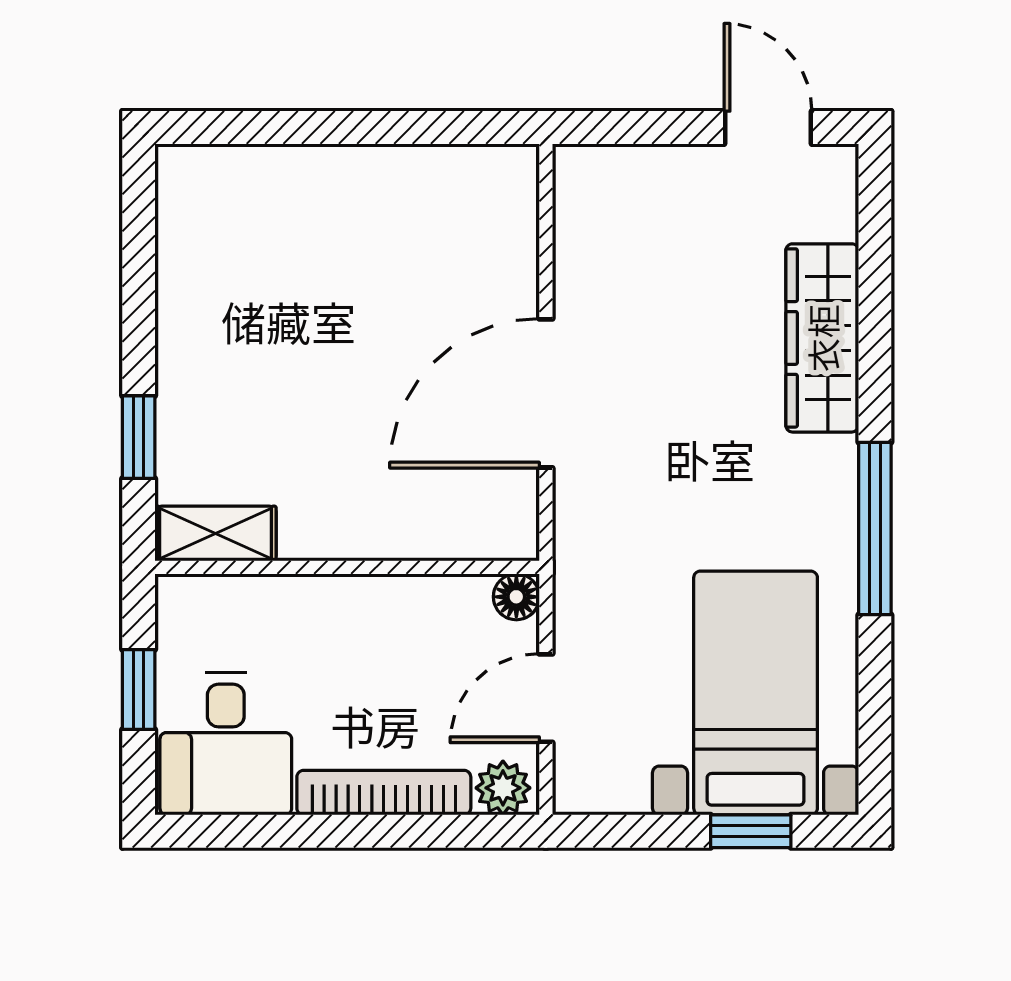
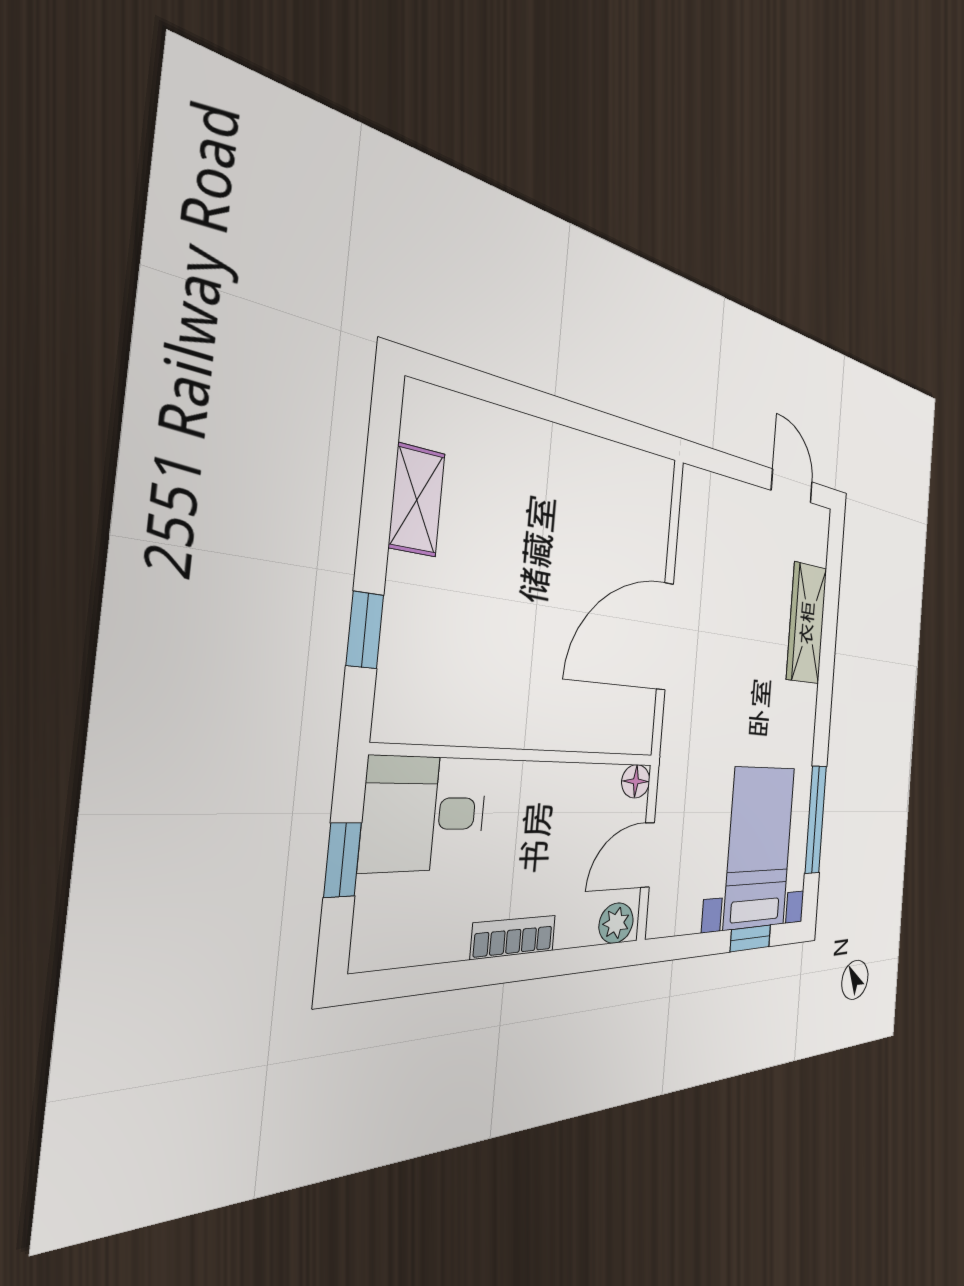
window: (875, 528) -> (816, 819), moved
shelving: (215, 534) -> (417, 500), moved, turned 90
desk: (226, 744) -> (425, 814), moved, turned 90
bookcase: (384, 793) -> (514, 937), width x0.64

